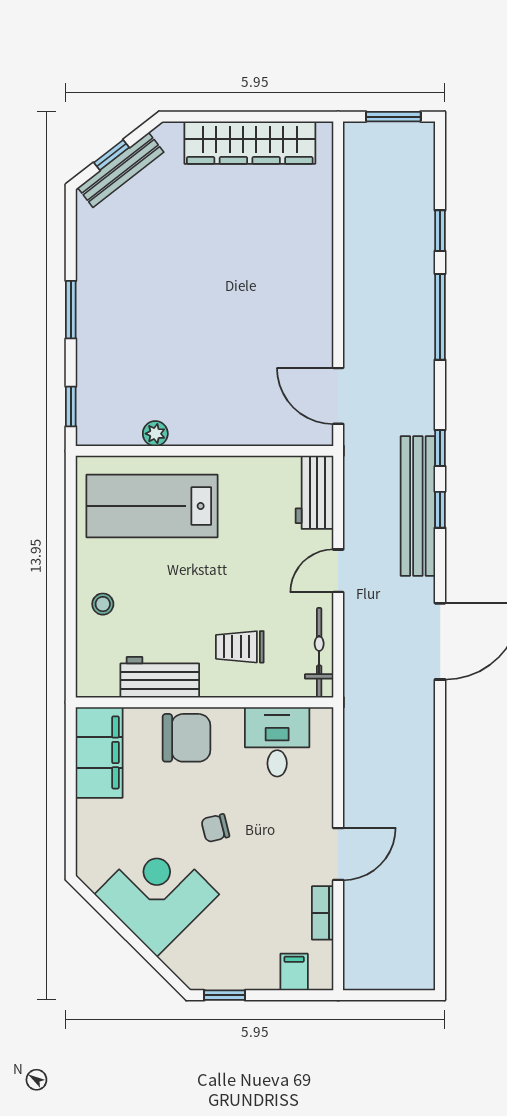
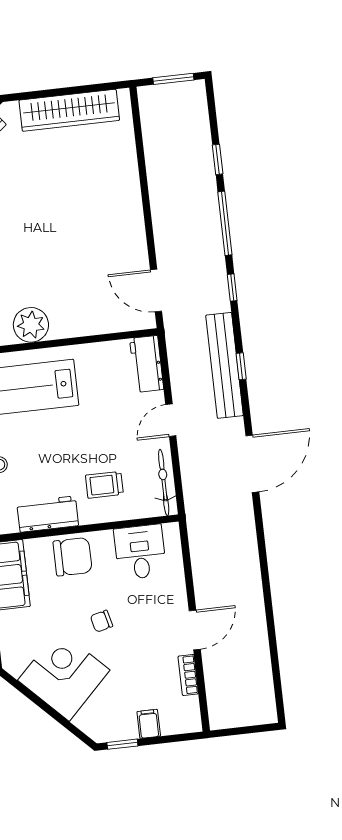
plant: (155, 434) -> (31, 325), width x1.88, depth x1.88
window: (440, 448) -> (232, 287), moved
filing cabinet: (294, 972) -> (149, 724), moved

